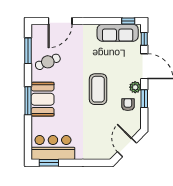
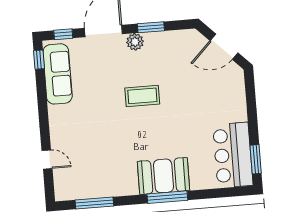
door: (60, 21) -> (47, 159), width x0.53
cafe table: (48, 62) -> (108, 173), removed
coffee table: (98, 89) -> (142, 96), width x0.73, depth x0.76
armchair: (128, 105) -> (161, 50), removed

